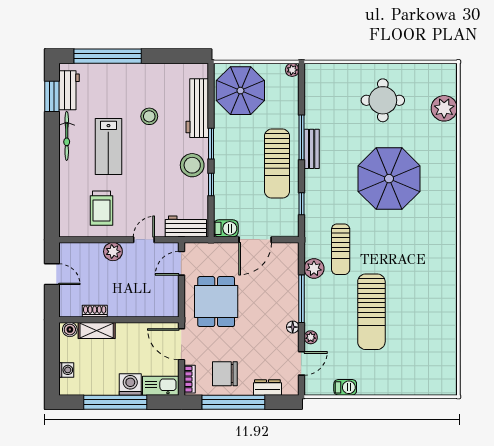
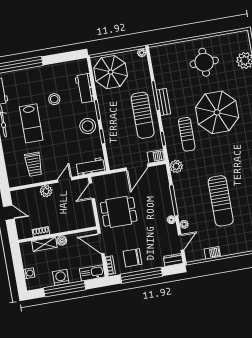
workbench: (197, 108) -> (85, 88), width x0.73
barbecue: (226, 228) -> (156, 156), moved
sun lounger: (341, 249) -> (187, 134), moved
plant: (314, 268) -> (176, 166), moved
dining table: (216, 302) -> (119, 212), turned 90
boiler: (70, 330) -> (62, 241), moved
washing machine: (130, 384) -> (61, 277), moved
dresser: (267, 387) -> (173, 260), moved

